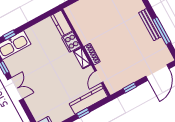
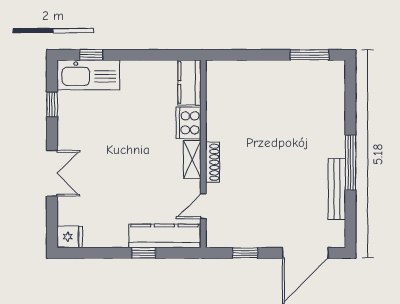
bench: (150, 25) -> (337, 189), moved
window: (162, 31) -> (350, 163), moved
double door: (15, 89) -> (52, 173), moved

